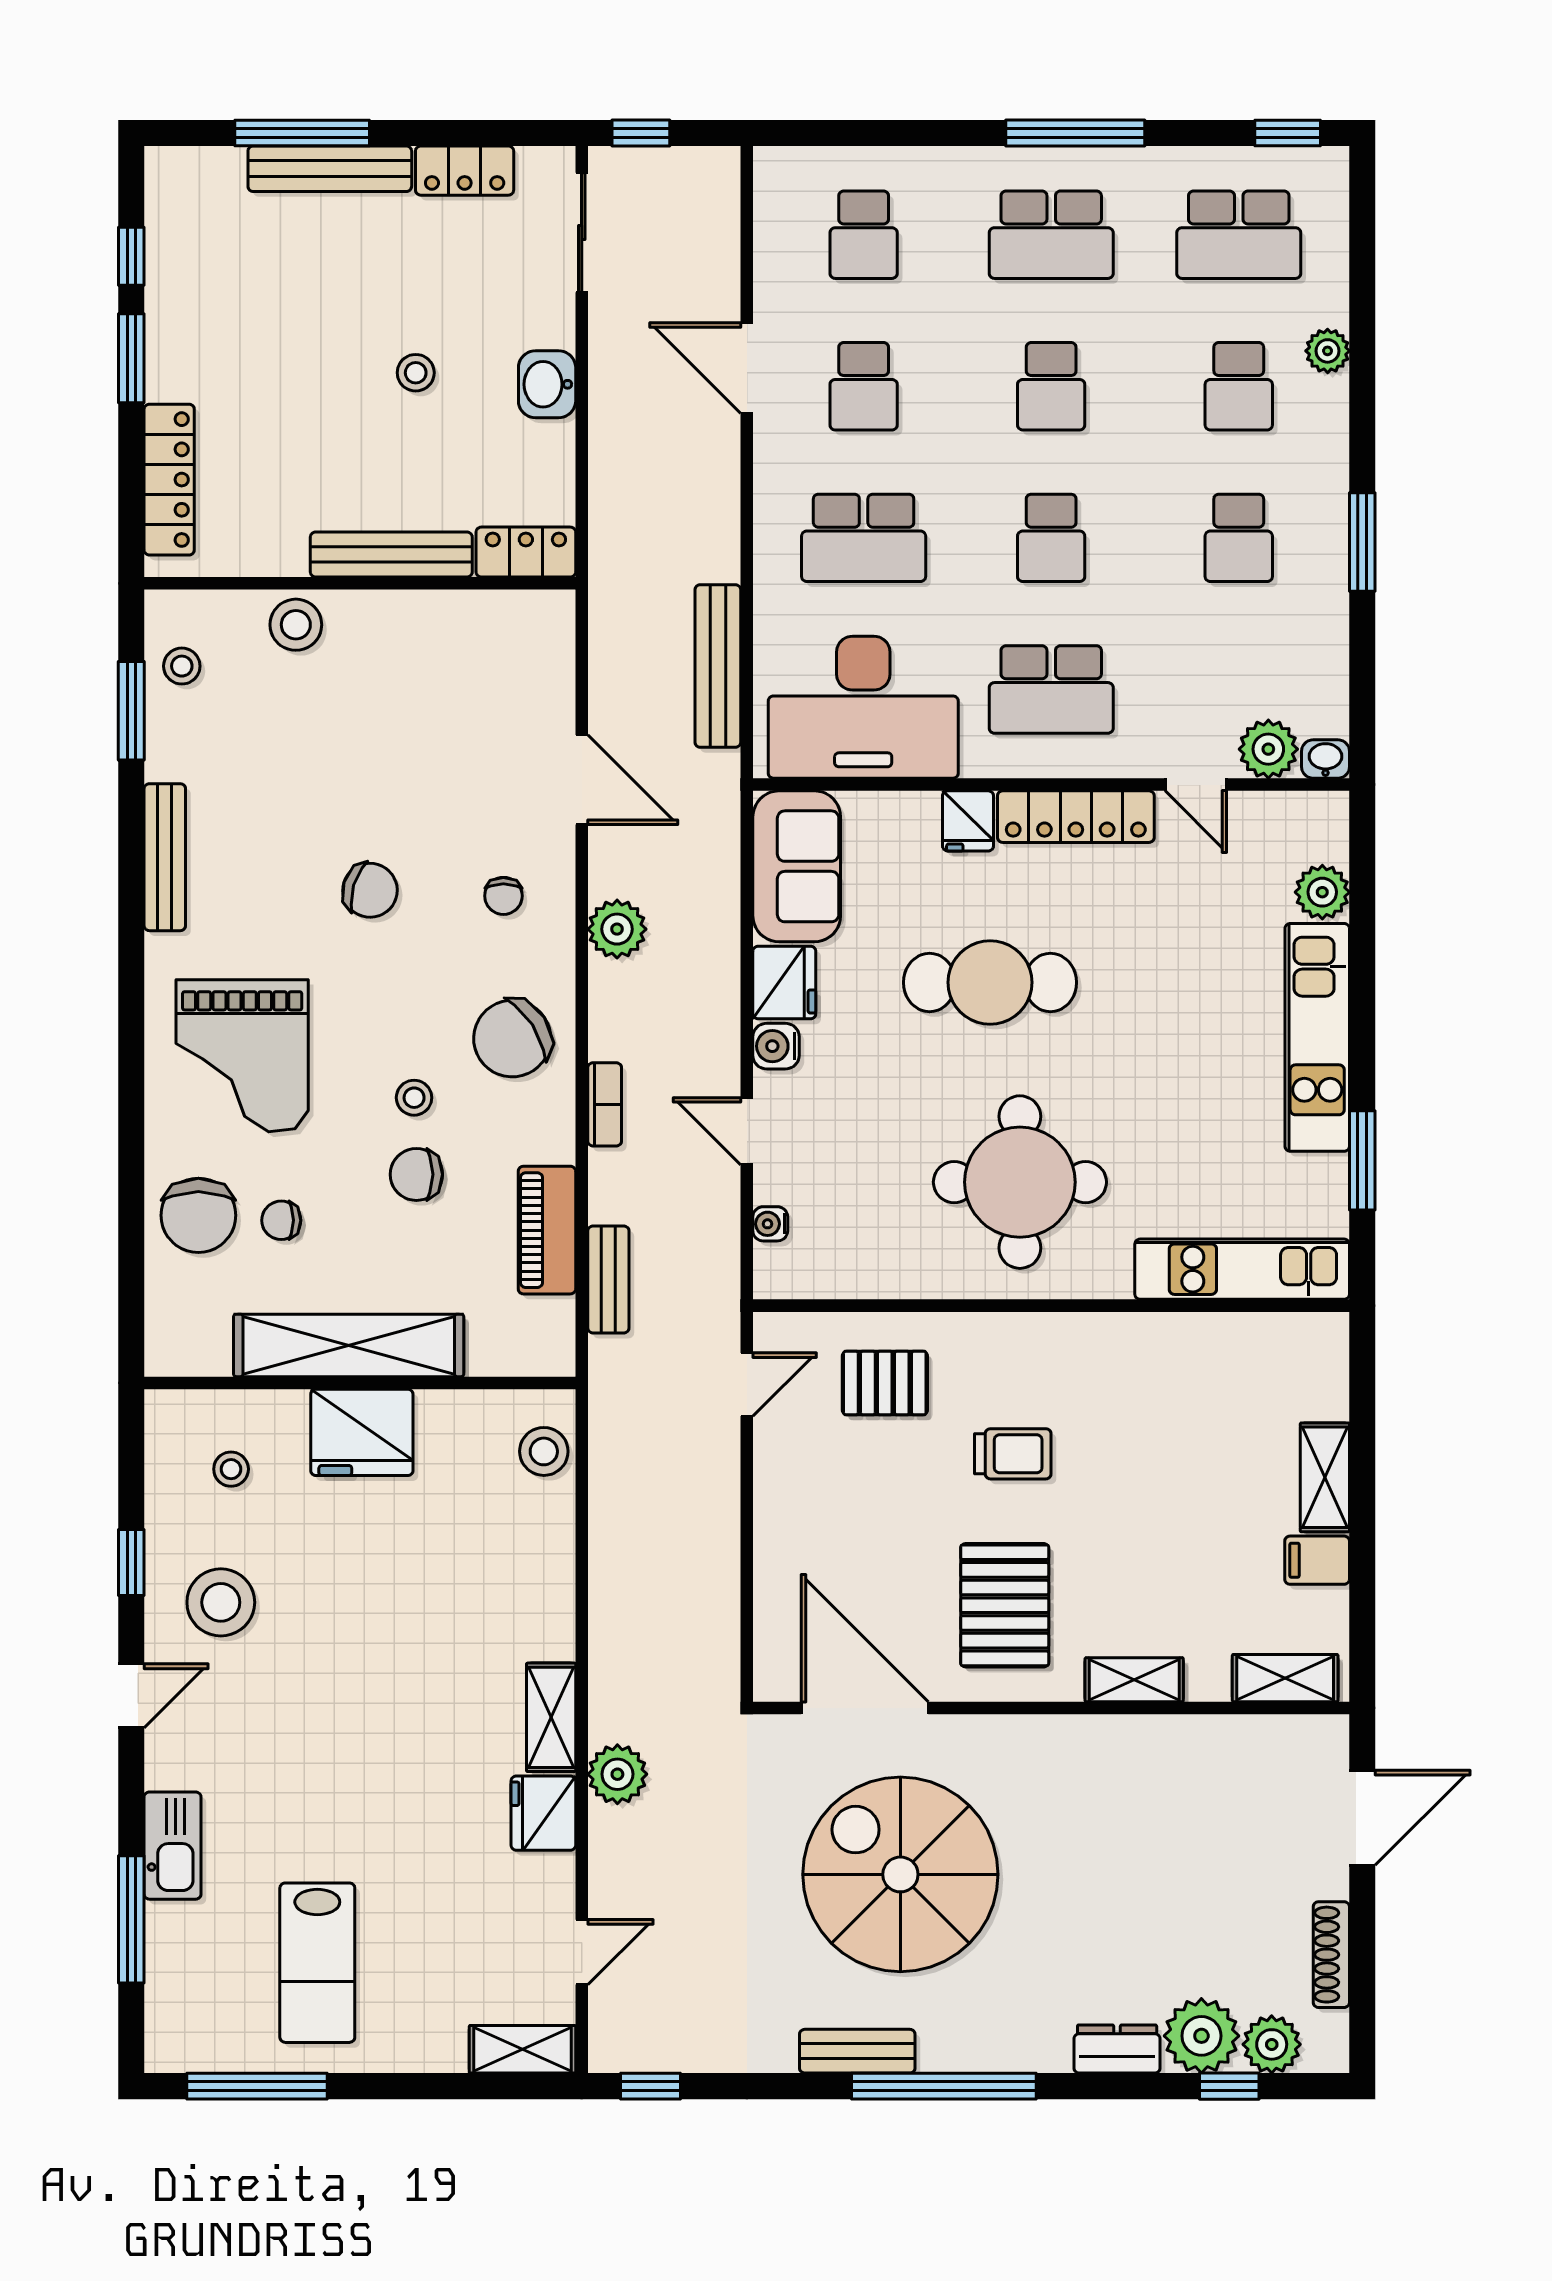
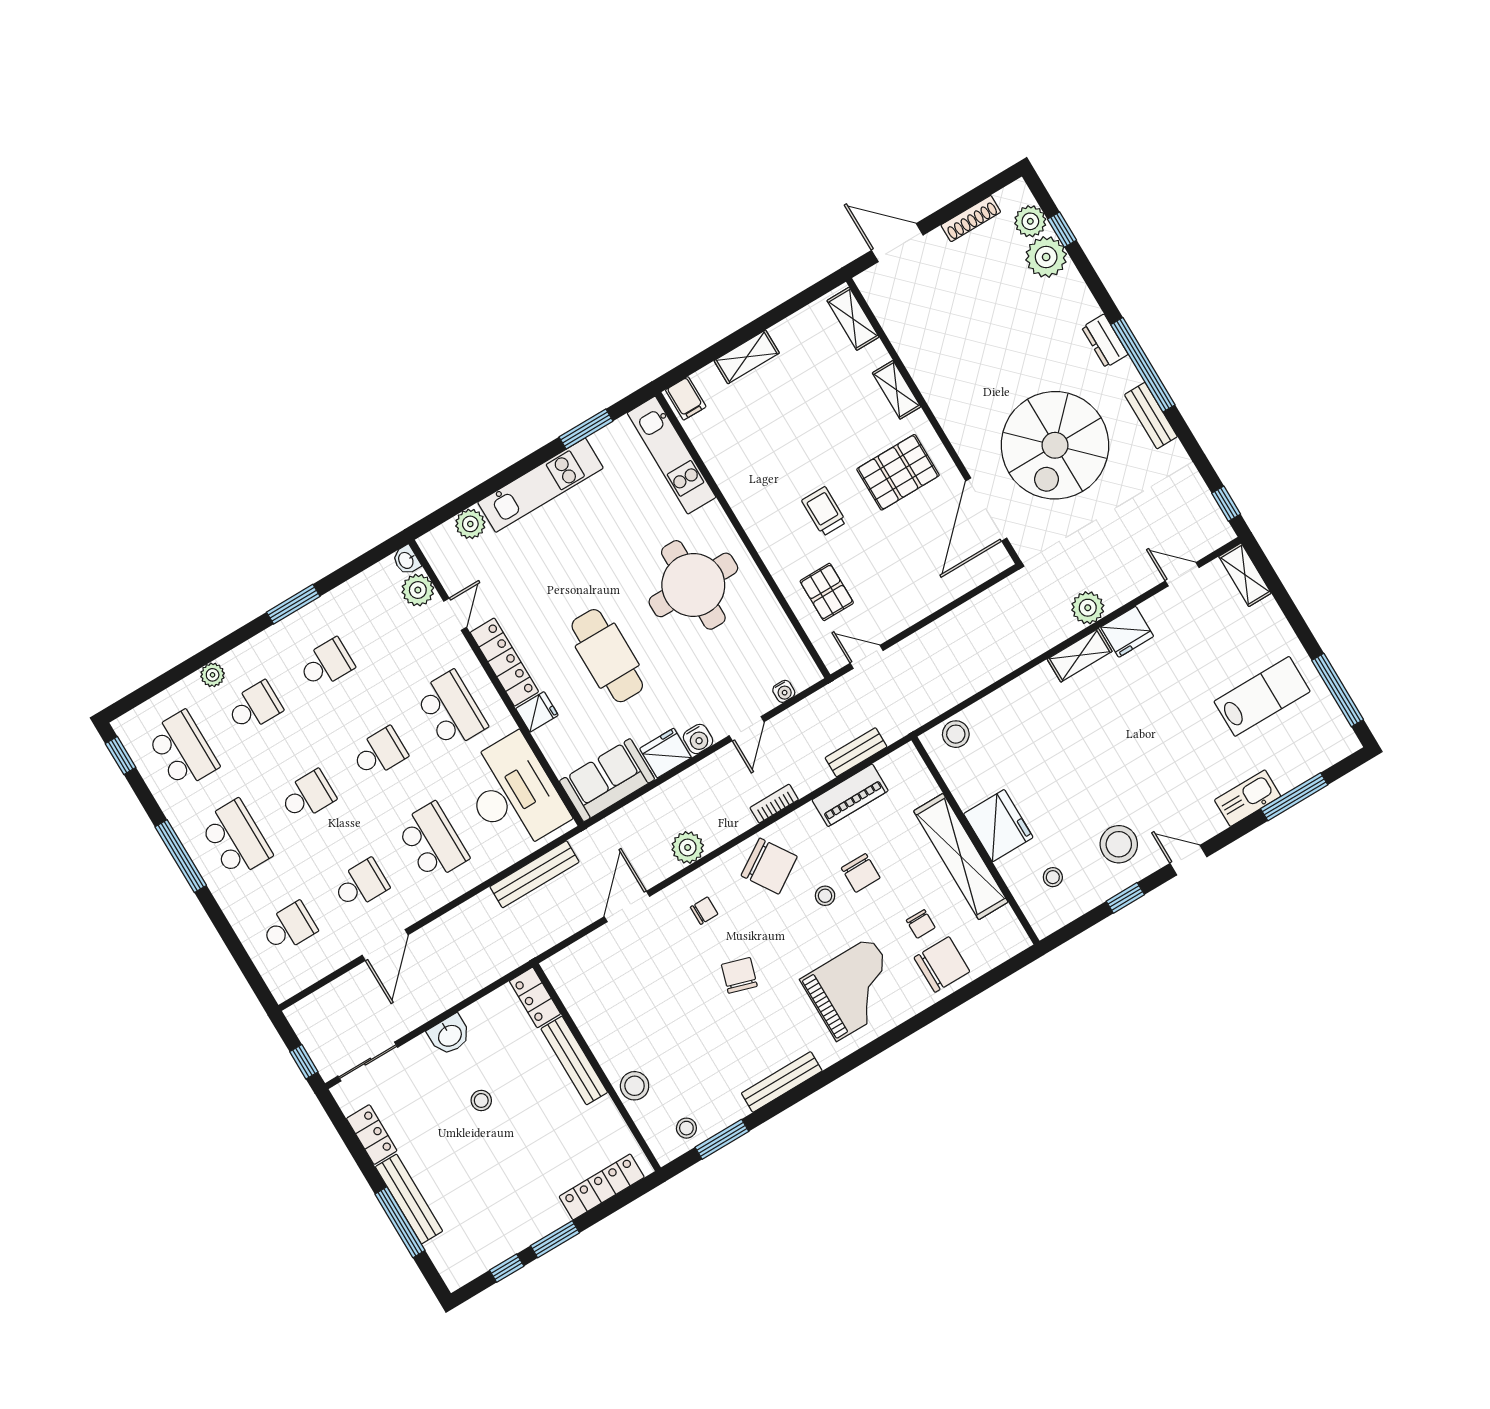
filing cabinet: (1317, 1560) -> (686, 398), moved
dresser: (1117, 2049) -> (1105, 341), moved

